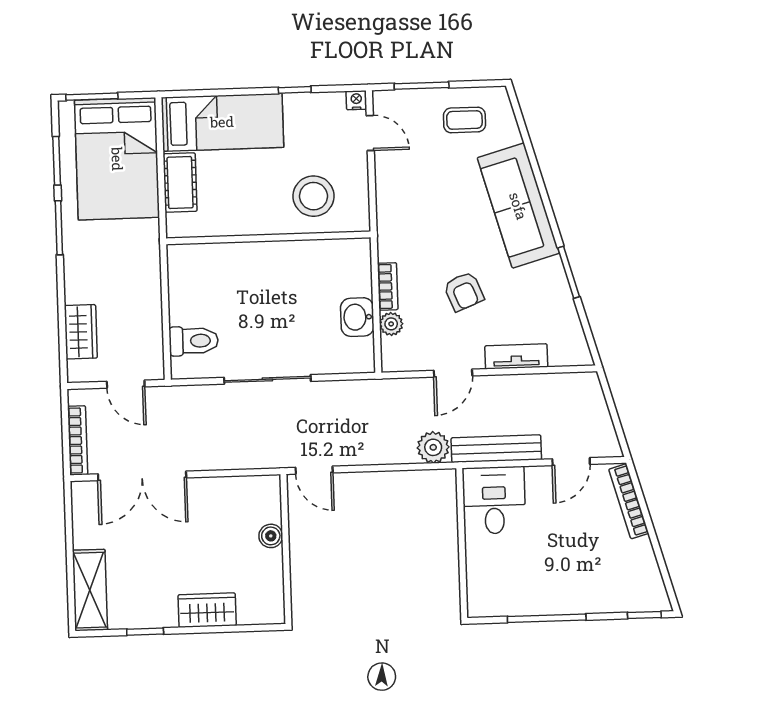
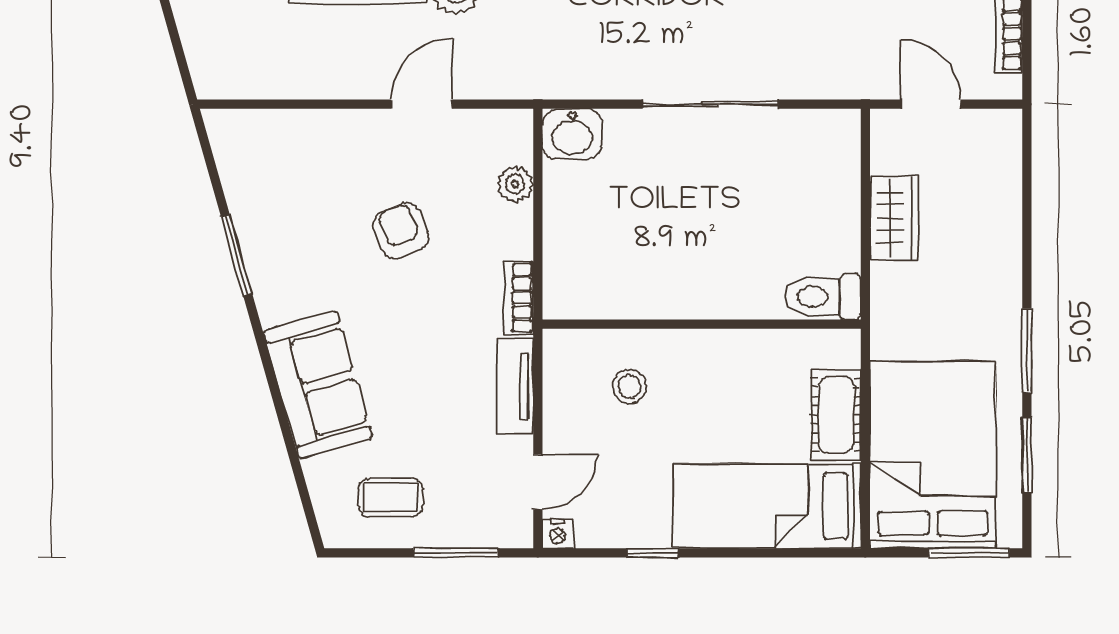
door: (370, 133) -> (538, 482), swing flipped
stool: (314, 196) -> (629, 387), width x0.53, depth x0.53
sofa: (518, 206) -> (318, 385), width x0.73
bookcase: (388, 286) -> (519, 298), moved
washbasin: (357, 317) -> (572, 134), moved, turned 90
wardrobe: (81, 332) -> (894, 218), moved, turned 180
toilet: (194, 341) -> (823, 297), moved
tv unit: (516, 356) -> (515, 386), moved, turned 90

